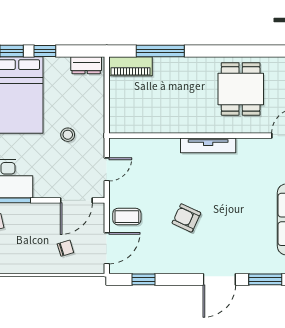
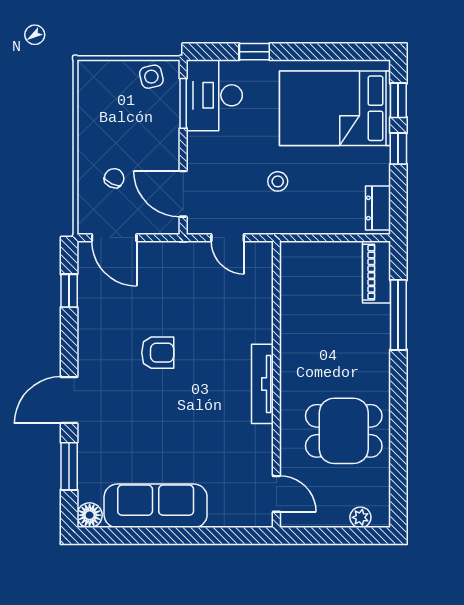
coffee table: (127, 217) -> (160, 267), removed
armchair: (186, 218) -> (158, 353), turned 65
chair: (65, 248) -> (114, 178), turned -138
door: (219, 279) -> (69, 400), hinge flipped

